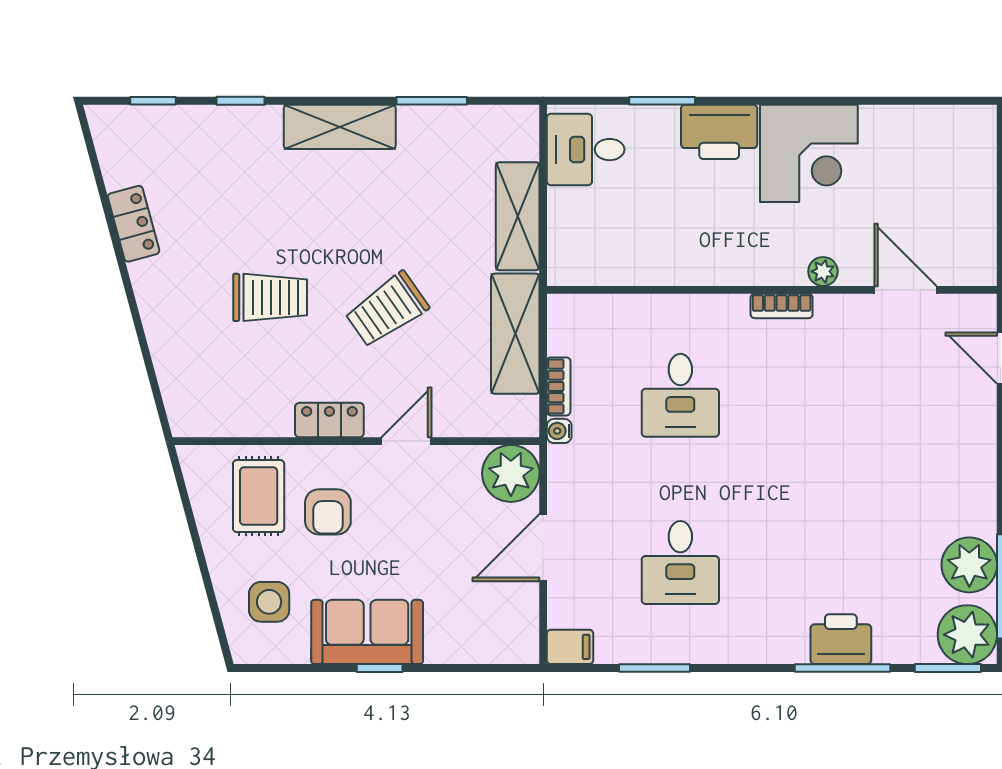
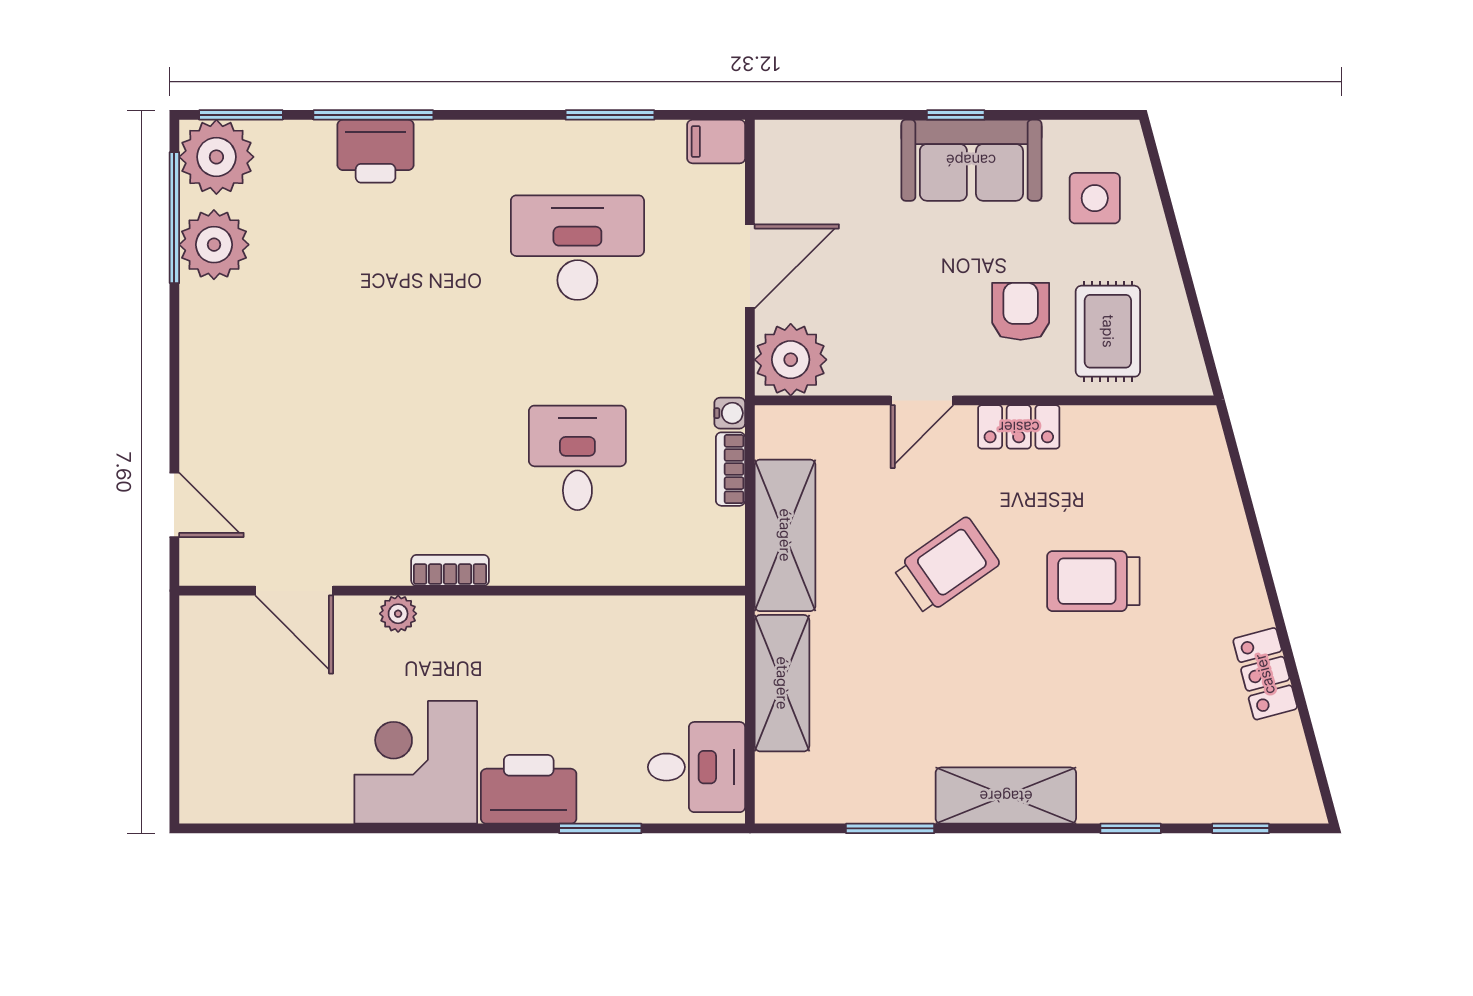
desk: (680, 562) -> (577, 248), width x1.37

